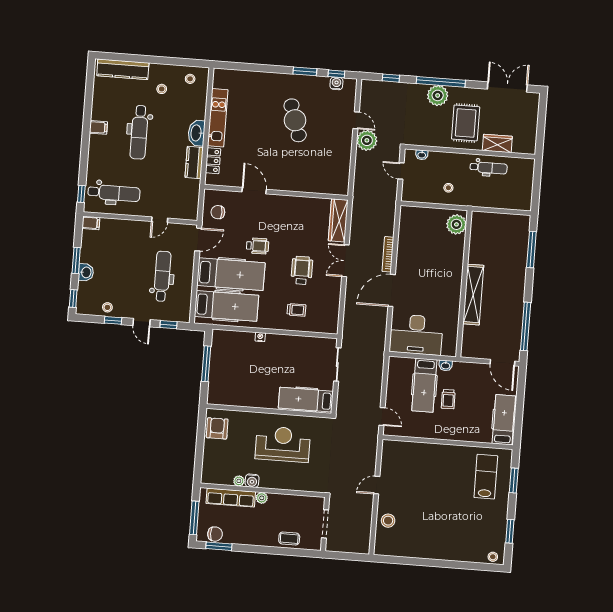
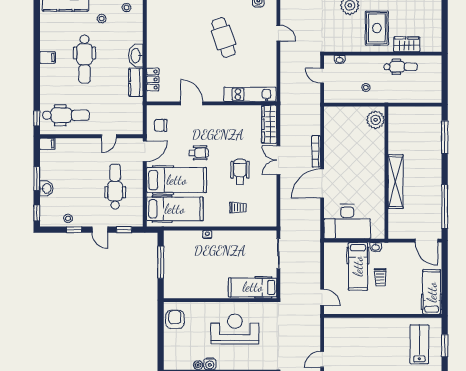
kitchen unit: (218, 118) -> (250, 94), moved, turned -90
plant: (367, 140) -> (289, 51), removed

